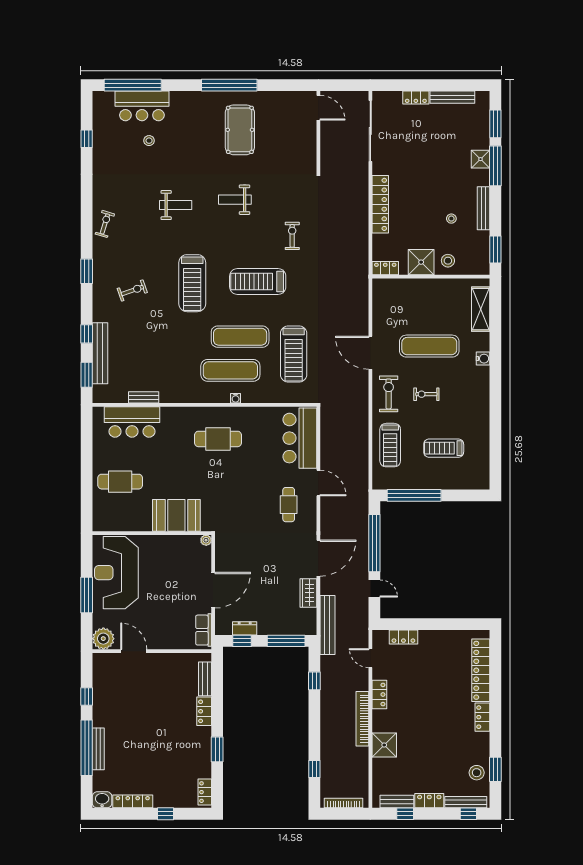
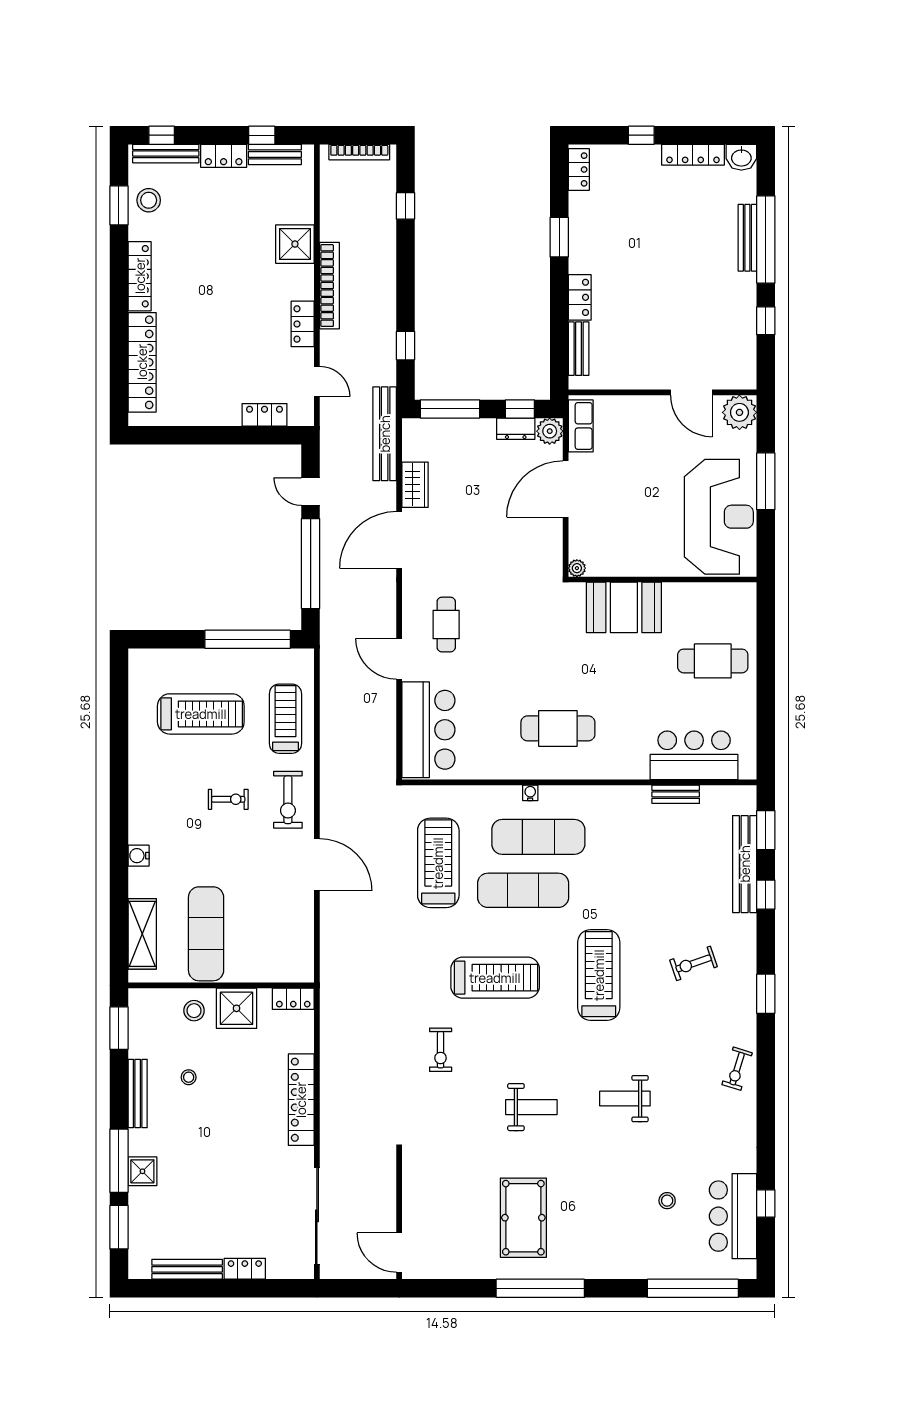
bar counter: (142, 106) -> (733, 1216), moved, turned -90
exercise mat: (429, 346) -> (206, 934), moved, turned 90
treadmill: (444, 448) -> (201, 714), width x1.37, depth x1.38
plant: (223, 627) -> (550, 431), added
locker: (482, 717) -> (140, 276), width x1.53

